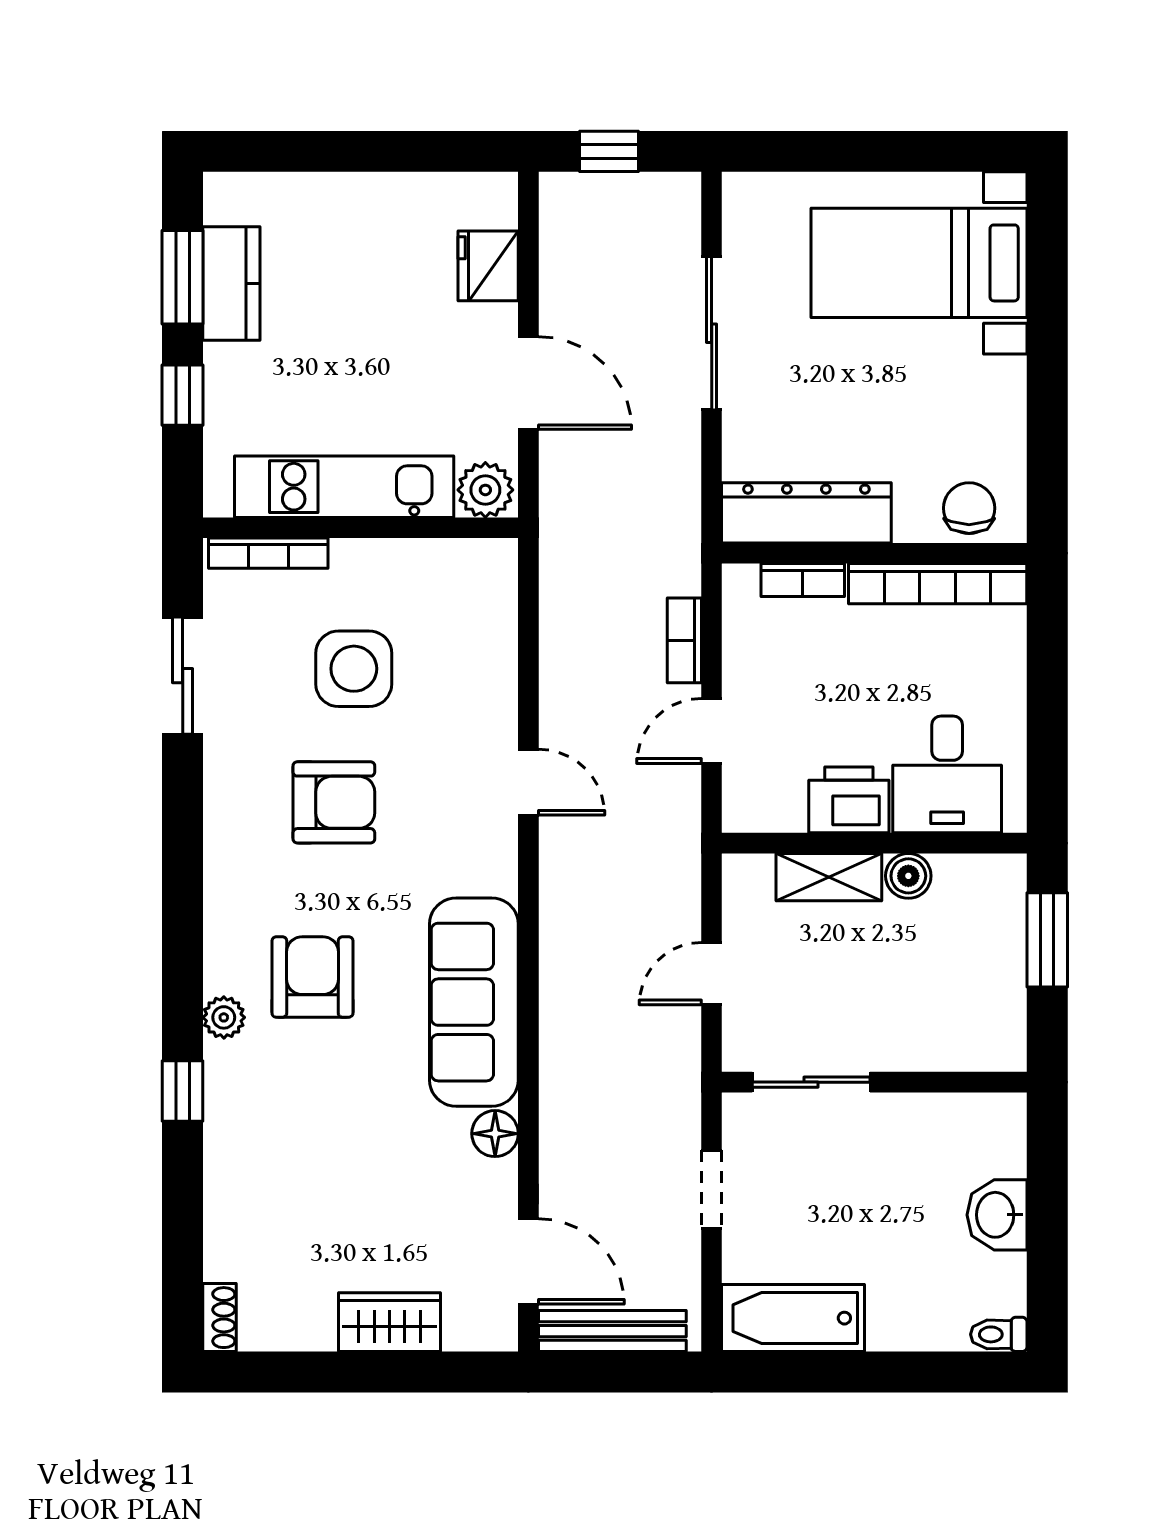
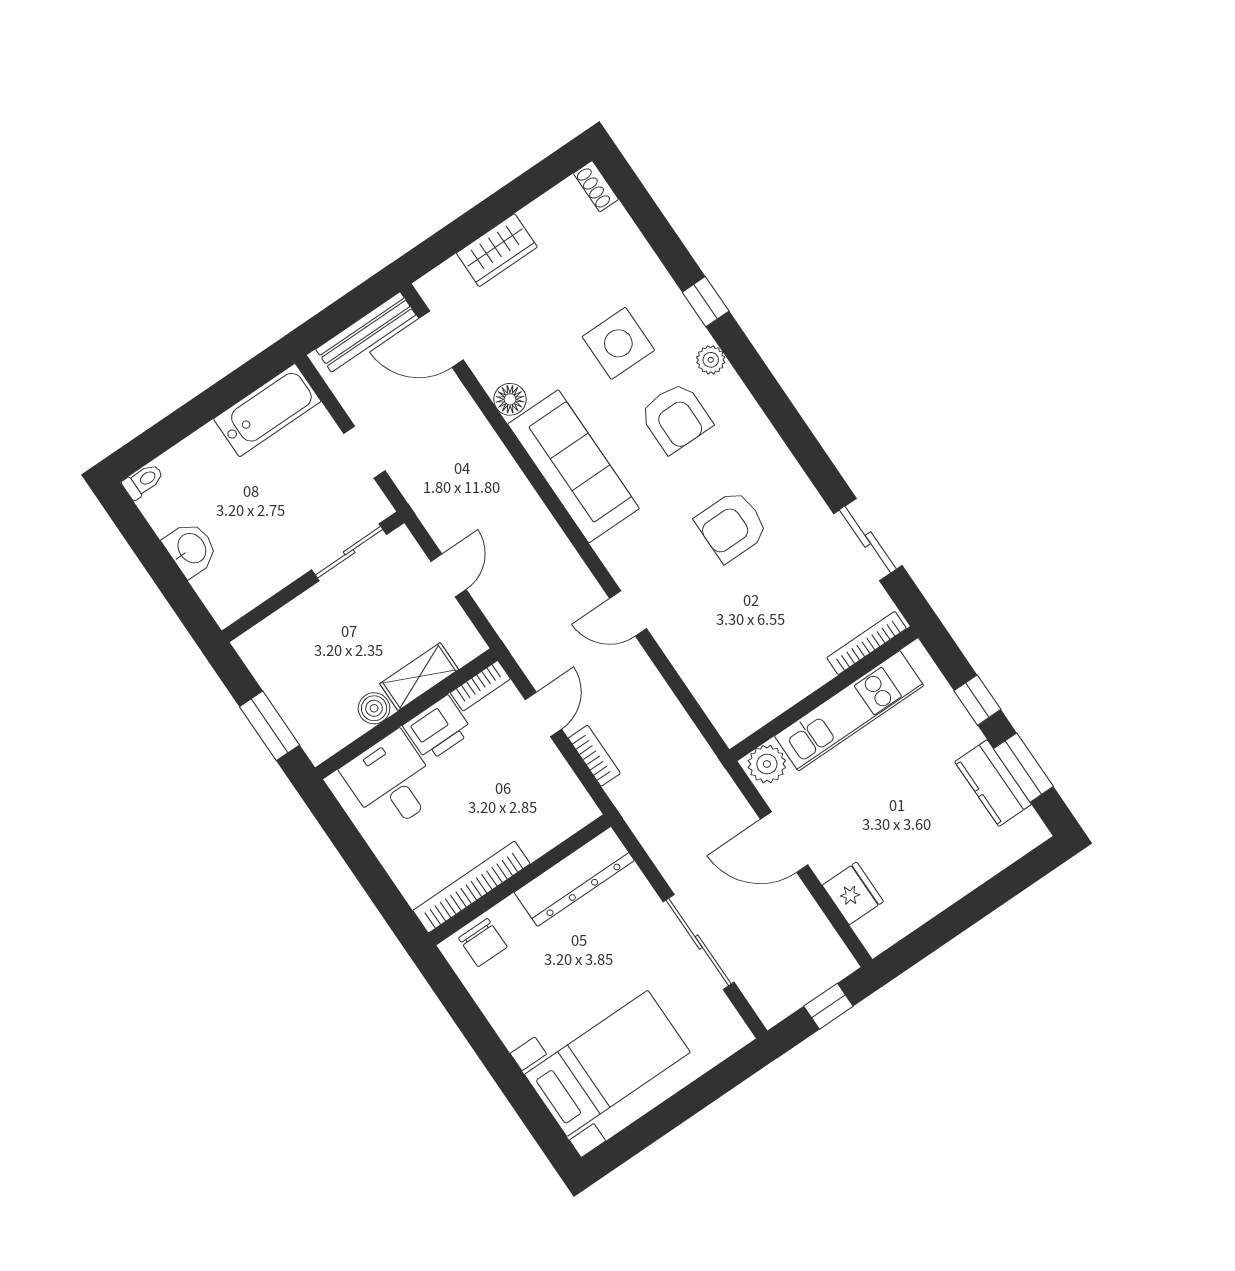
bookcase: (803, 580) -> (480, 686), moved, turned 180
side table: (354, 669) -> (618, 343), moved

